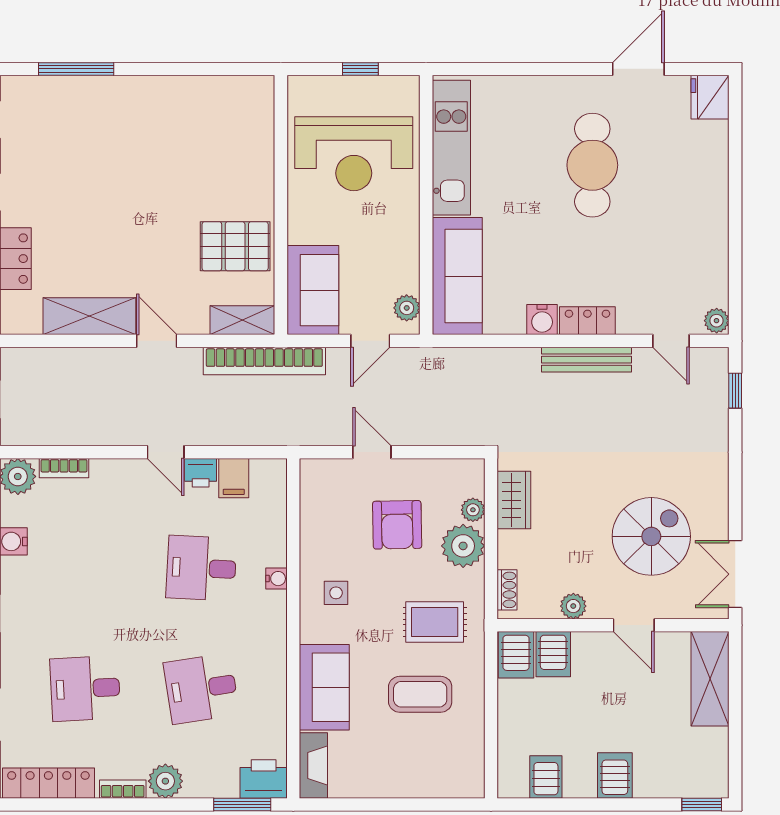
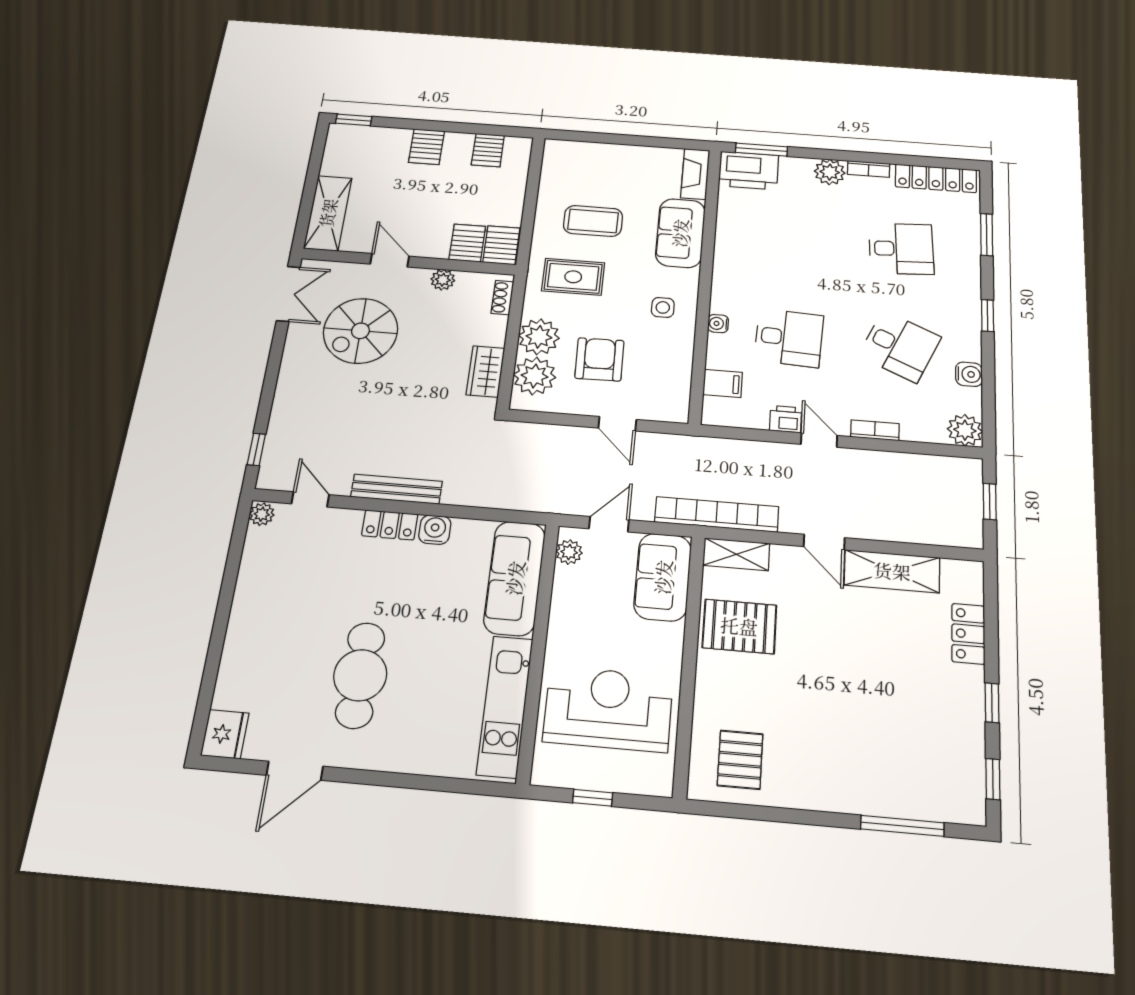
pallet: (227, 117) -> (740, 760), added
bookcase: (64, 468) -> (875, 430), moved
filing cabinet: (234, 478) -> (723, 384), moved, turned 90
plant: (473, 510) -> (535, 376), width x1.88, depth x1.88
desk: (201, 689) -> (900, 346), moved, turned 33
printer: (264, 779) -> (749, 171), width x1.37, depth x1.19

